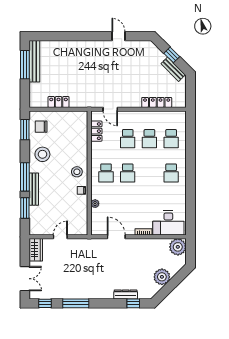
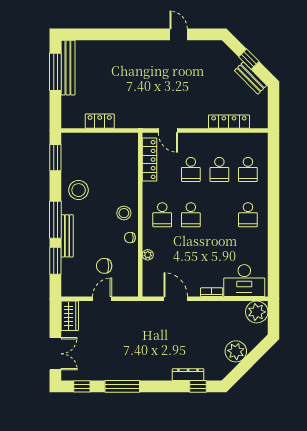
chair: (41, 127) -> (104, 266), moved
locker: (96, 131) -> (150, 160), width x1.53

